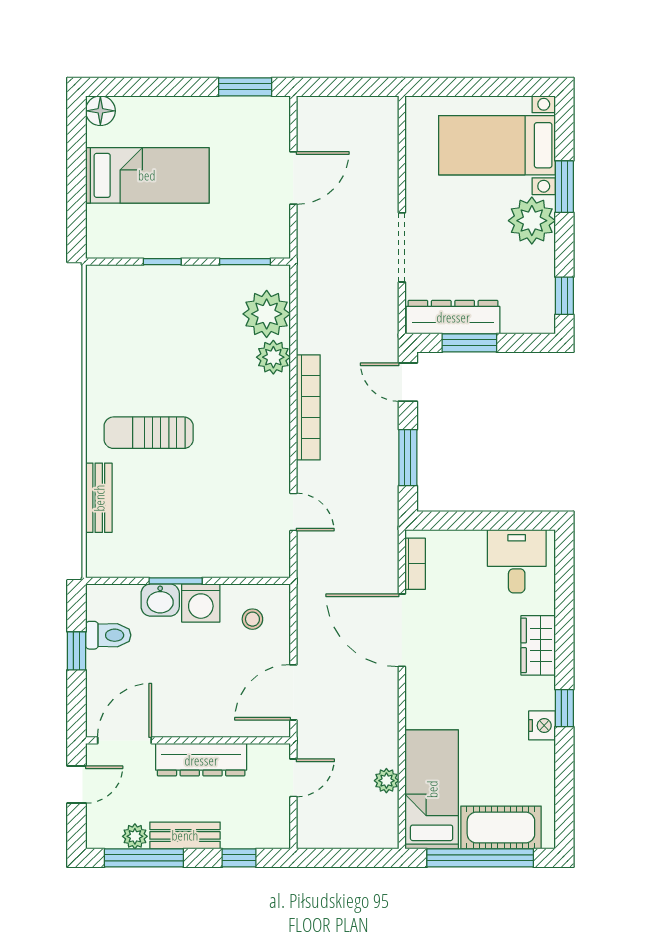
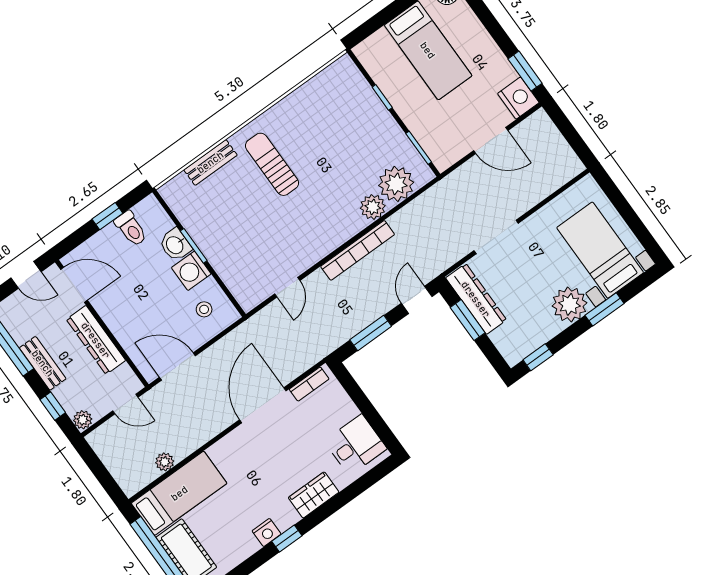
nightstand: (269, 115) -> (518, 98), added
plant: (135, 836) -> (83, 420), moved

